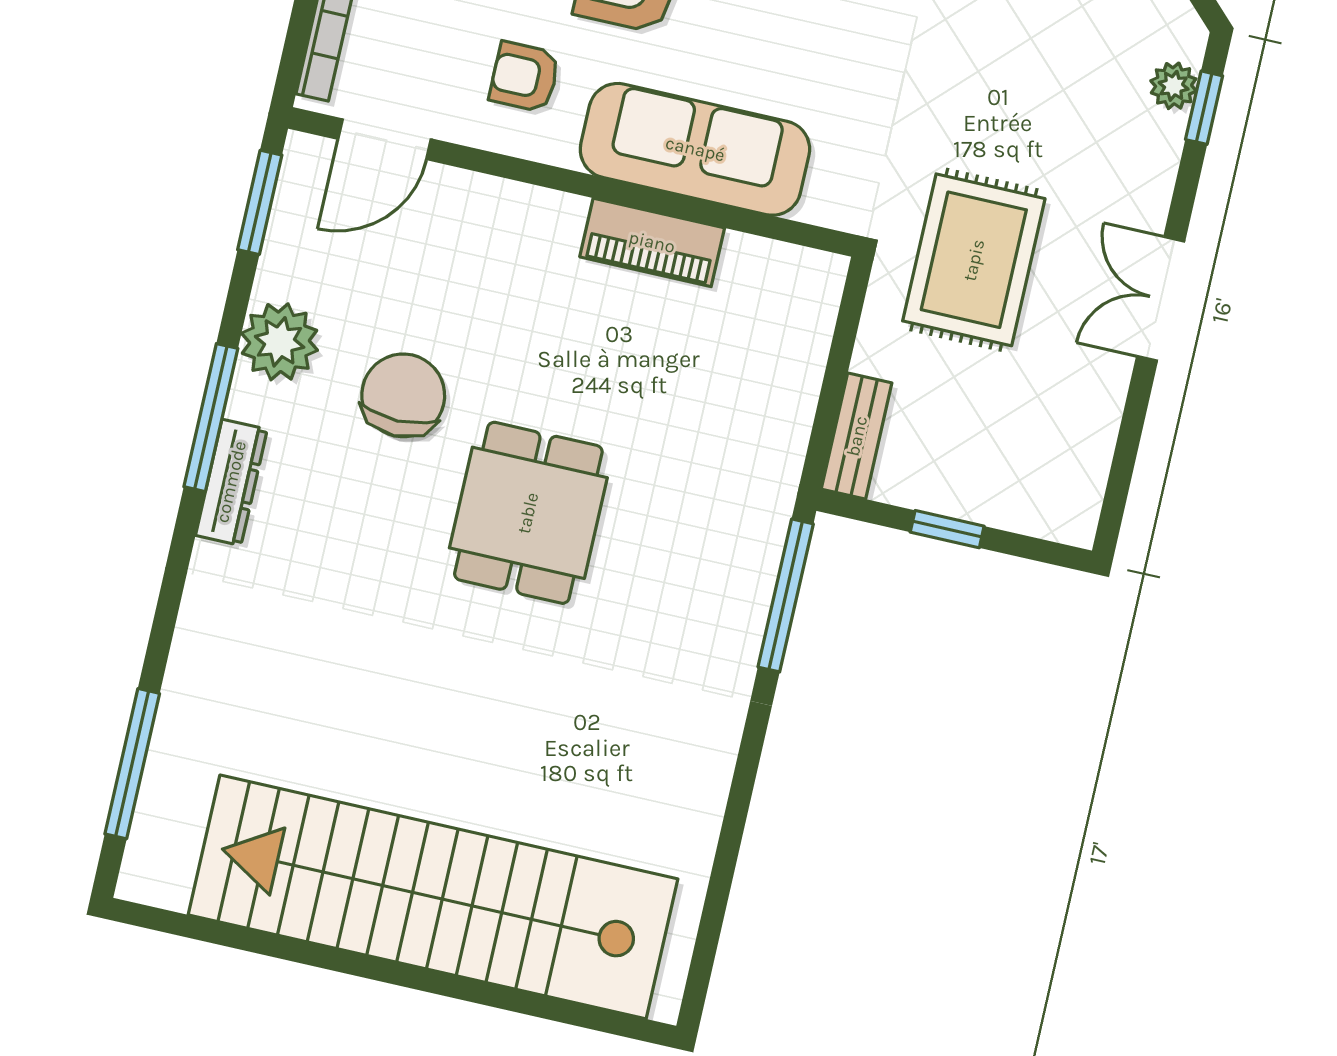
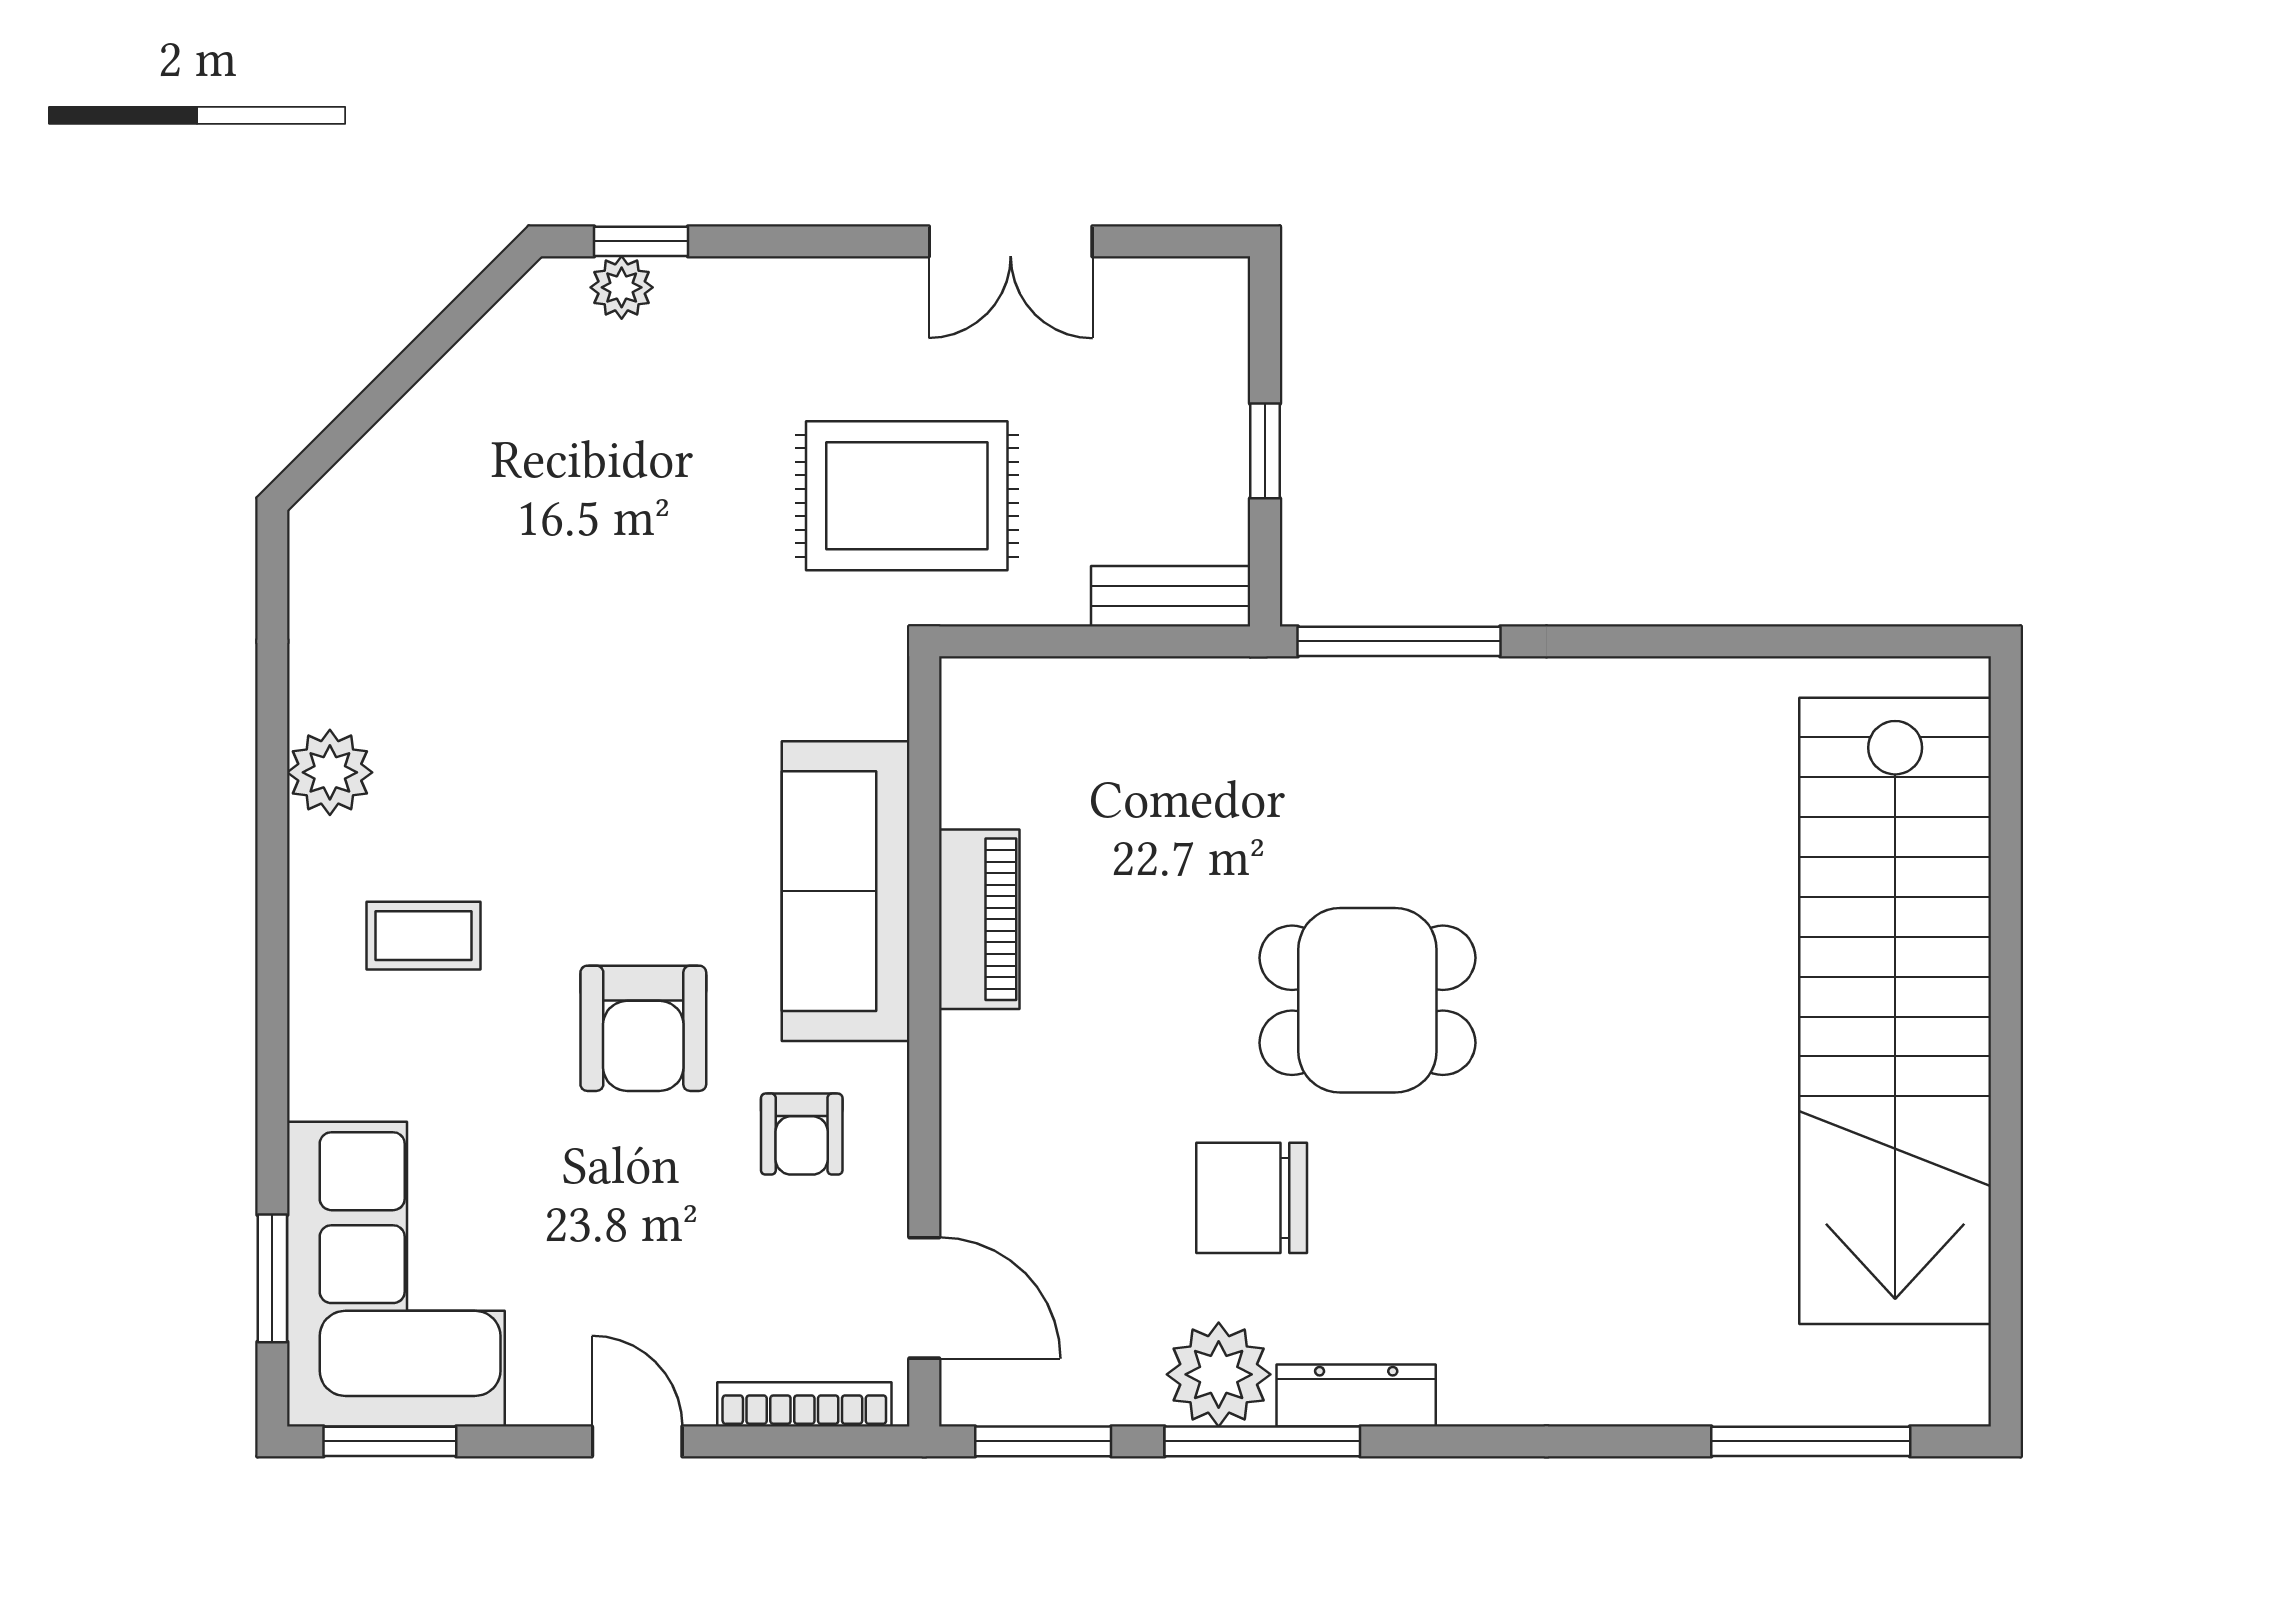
double door: (1161, 299) -> (1011, 241), moved
window: (211, 418) -> (1262, 1441), moved
dresser: (231, 482) -> (1356, 1395), moved

